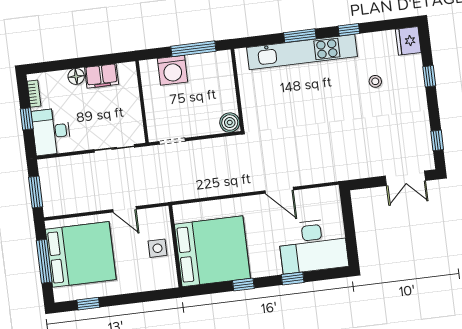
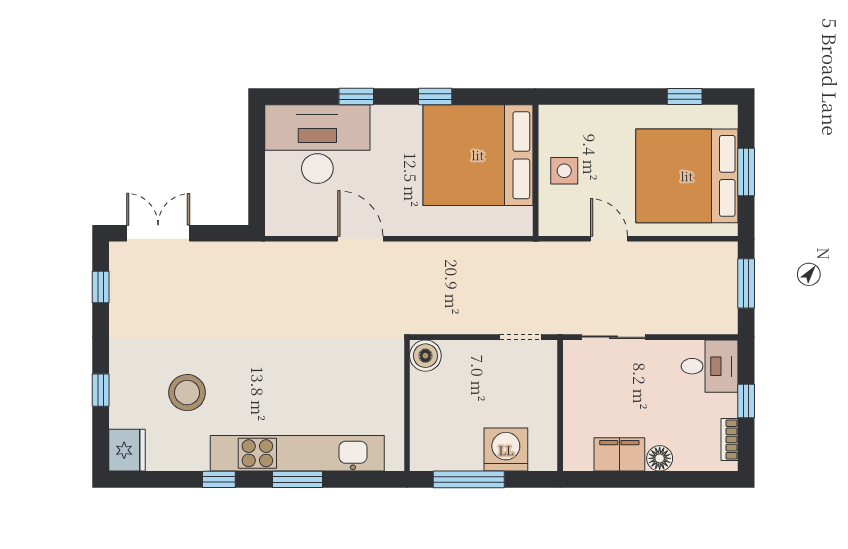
stool: (375, 81) -> (187, 393), width x1.89, depth x1.89
desk: (51, 132) -> (710, 366), width x0.73
window: (44, 261) -> (746, 172), width x0.69

